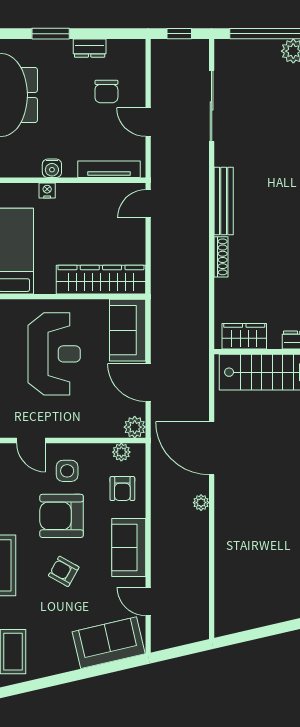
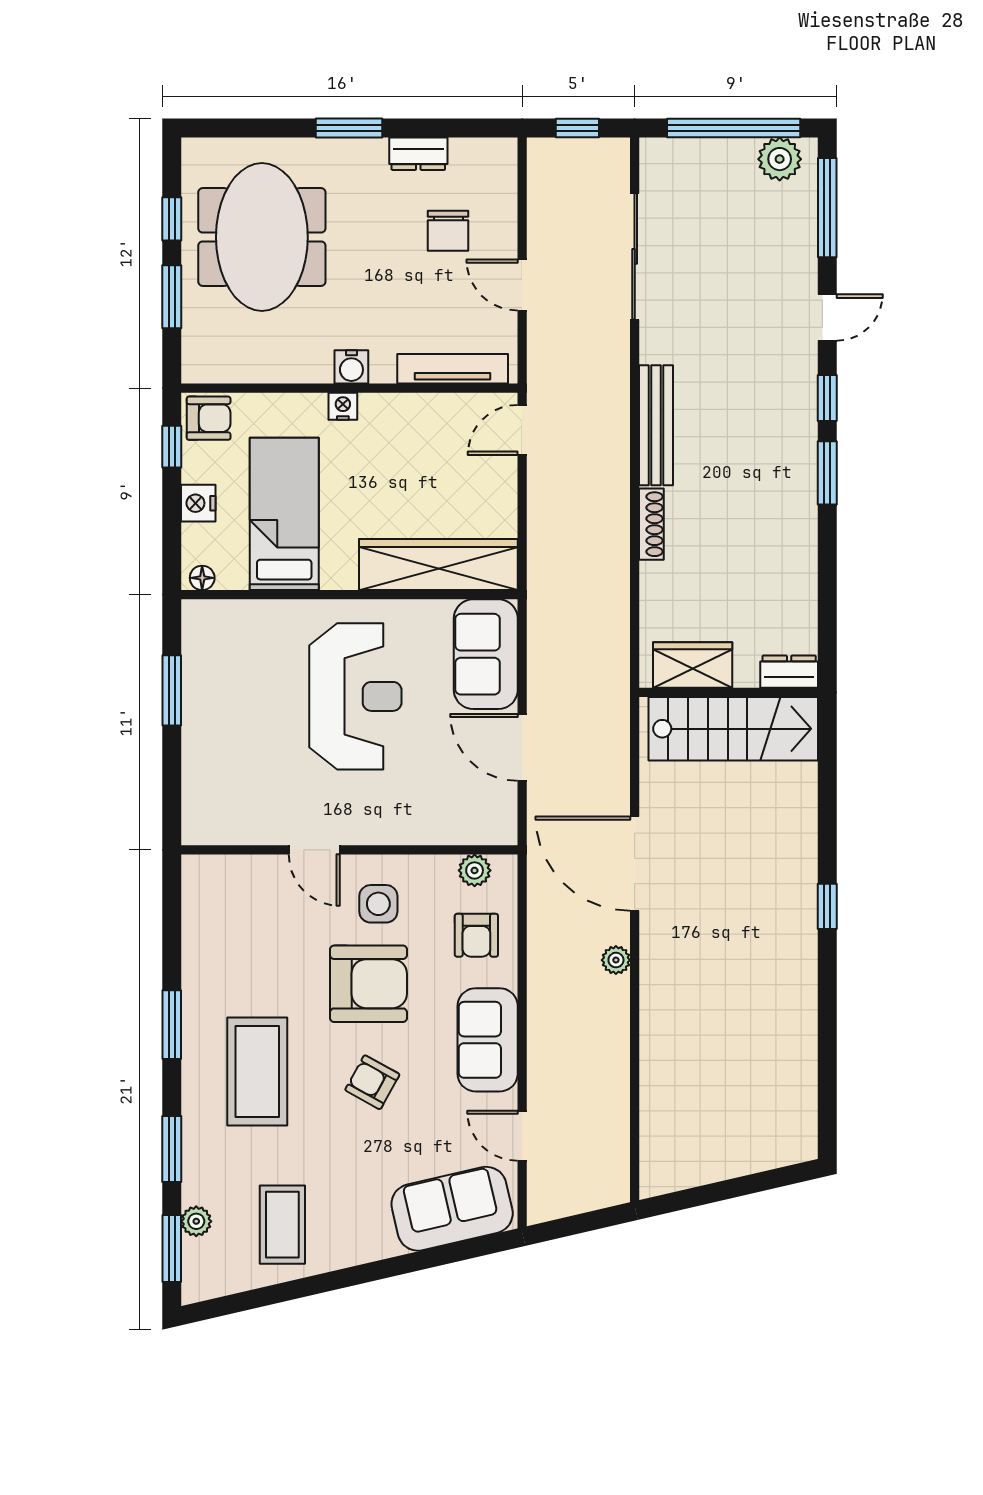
plant: (135, 427) -> (498, 826), removed
armchair: (62, 516) -> (369, 984), turned 180

